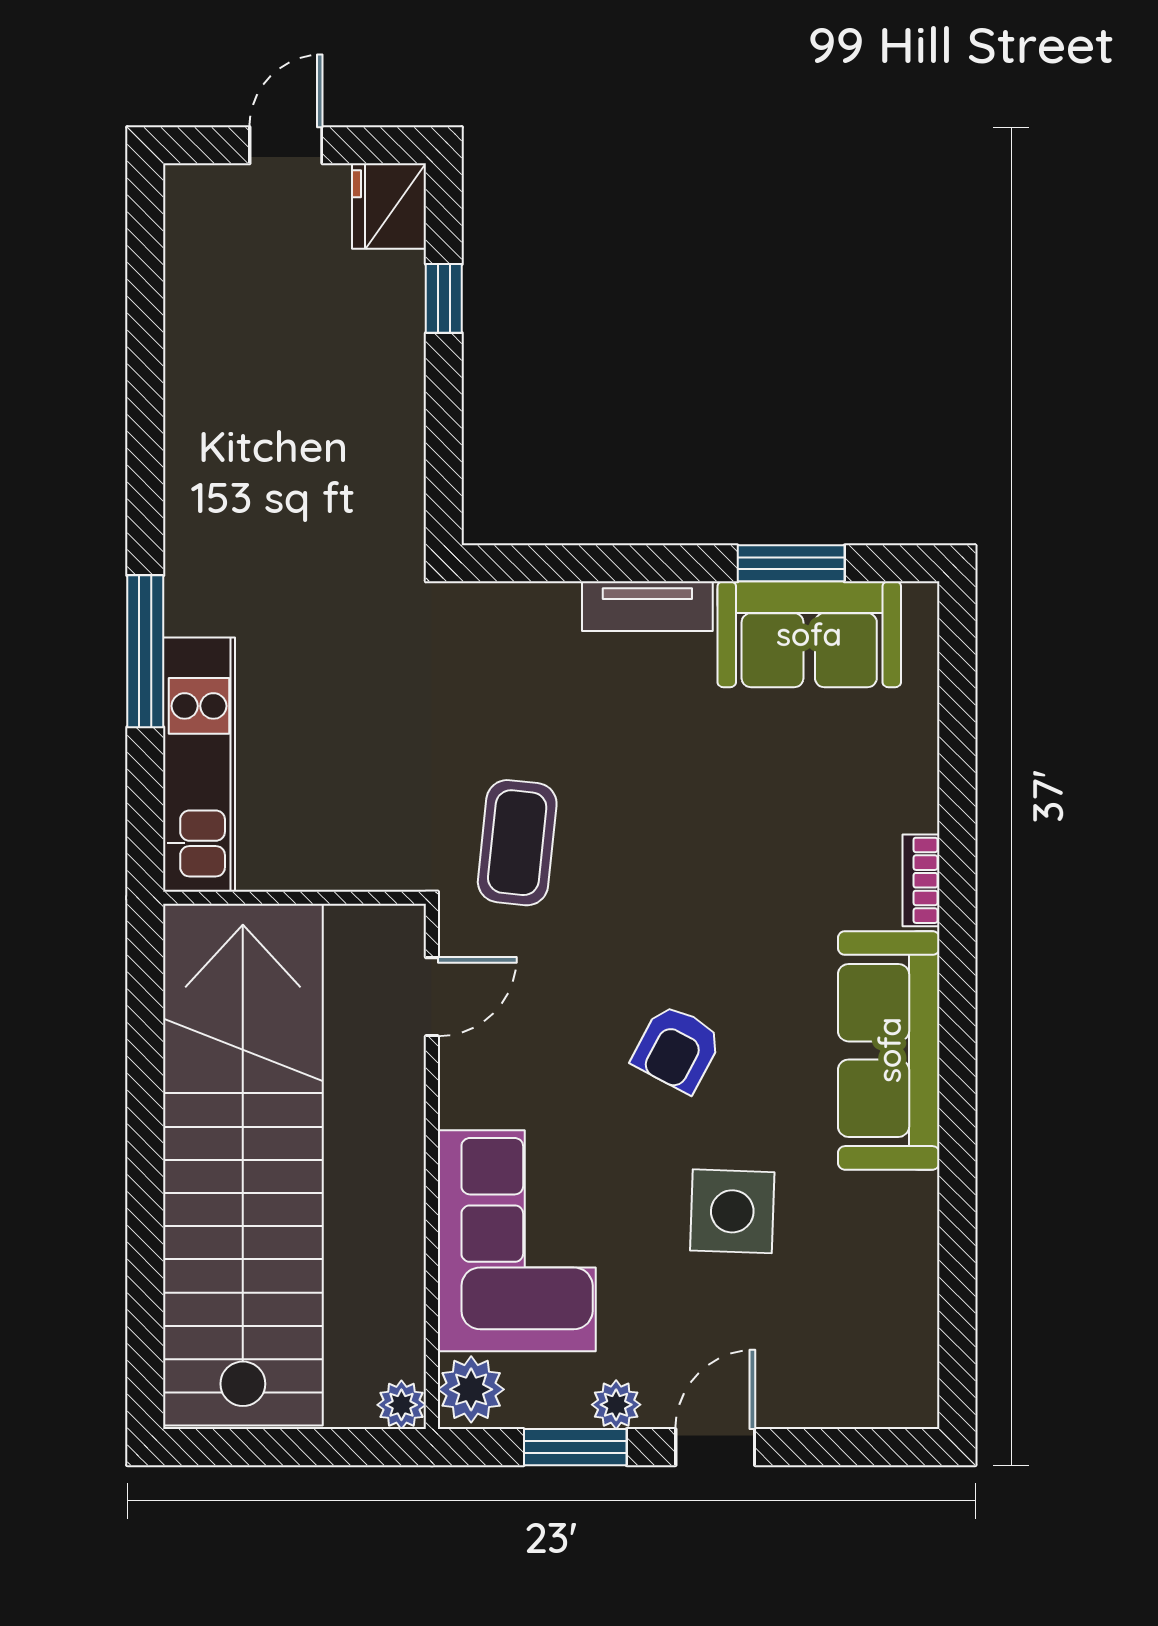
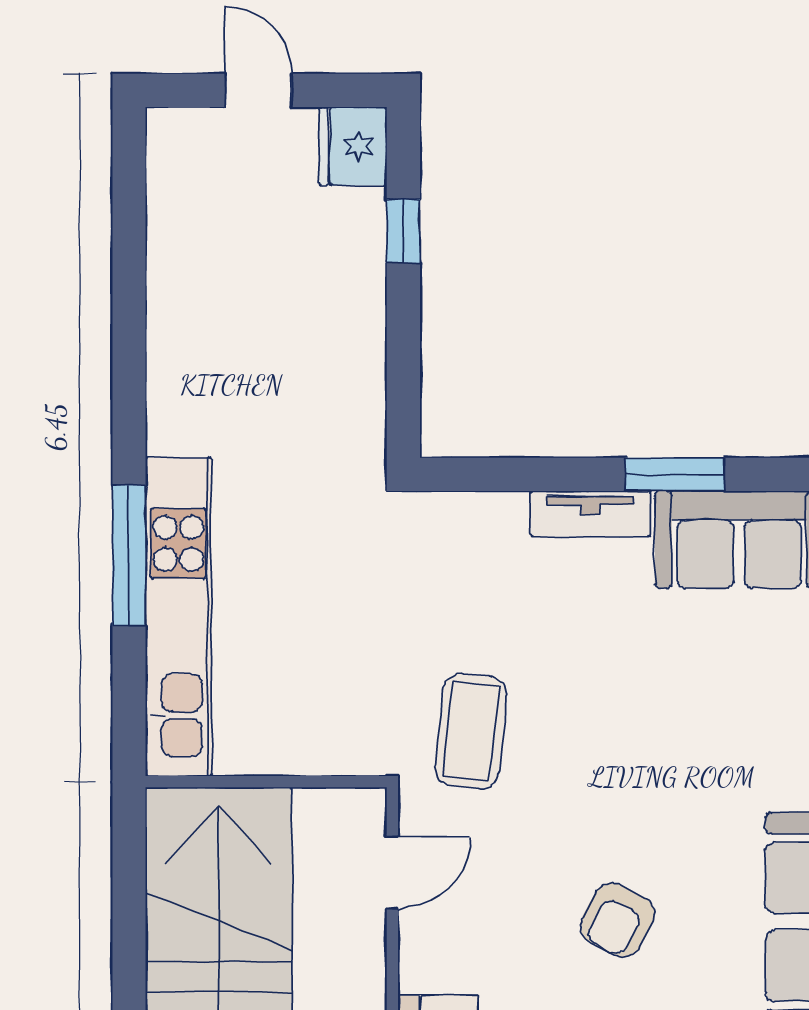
door: (286, 145) -> (258, 90), hinge flipped
window: (791, 563) -> (675, 474), moved
kitchen unit: (199, 765) -> (178, 617), width x1.36

